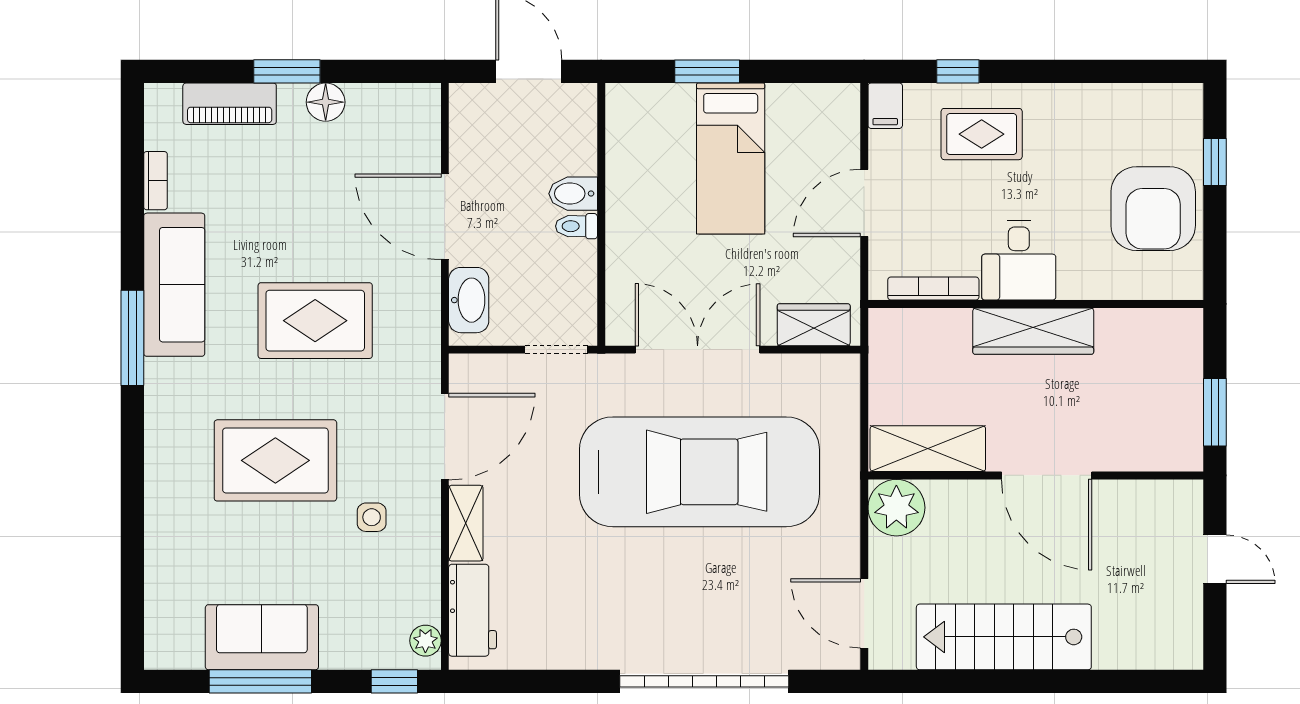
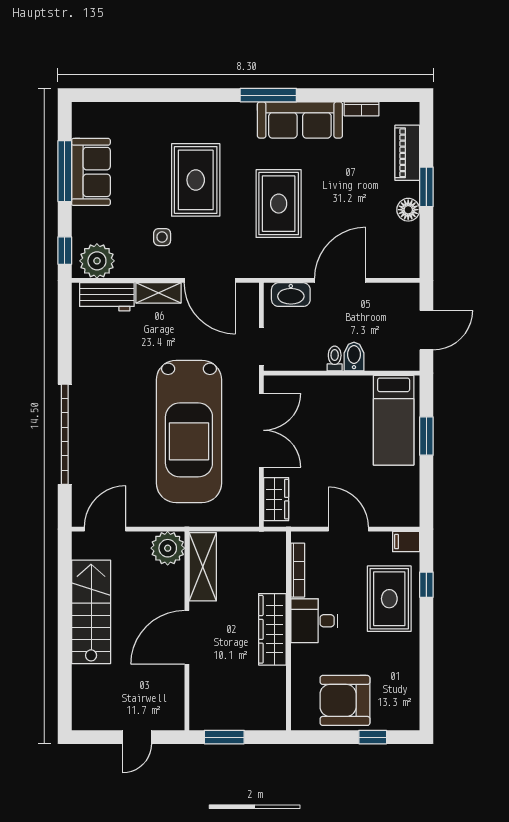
rug: (982, 134) -> (389, 599), width x1.36, depth x1.43
bed: (731, 158) -> (394, 420), moved, turned -90
plant: (425, 641) -> (97, 261), width x1.87, depth x1.87

